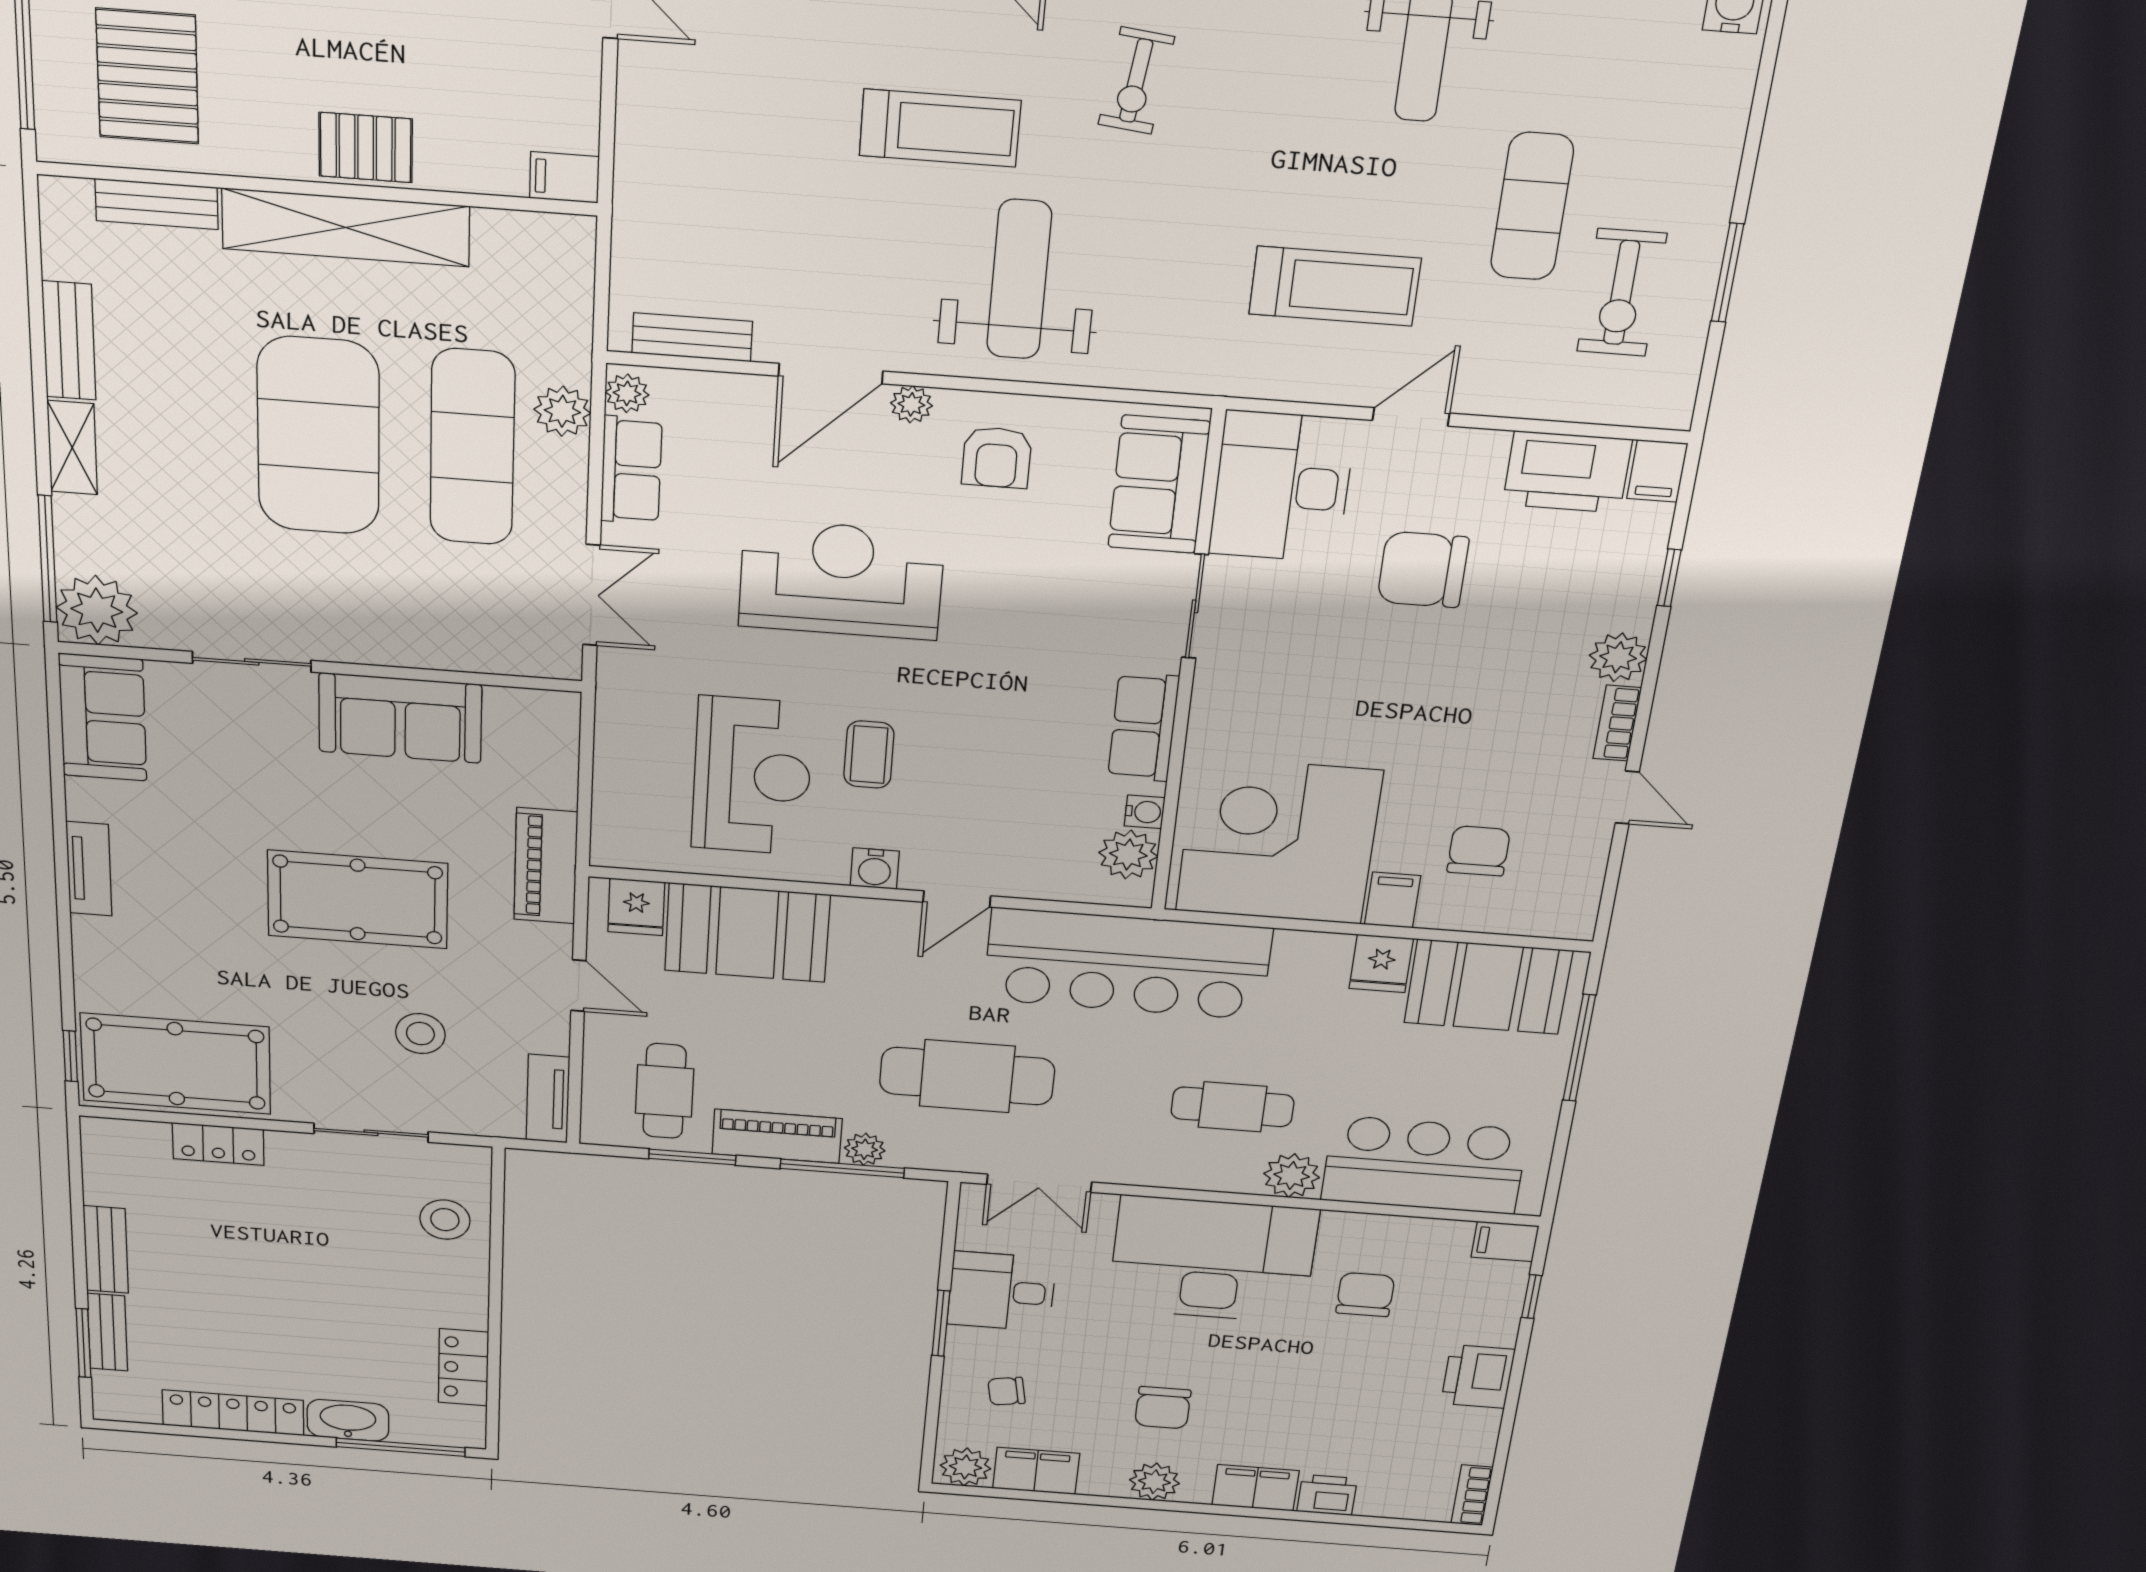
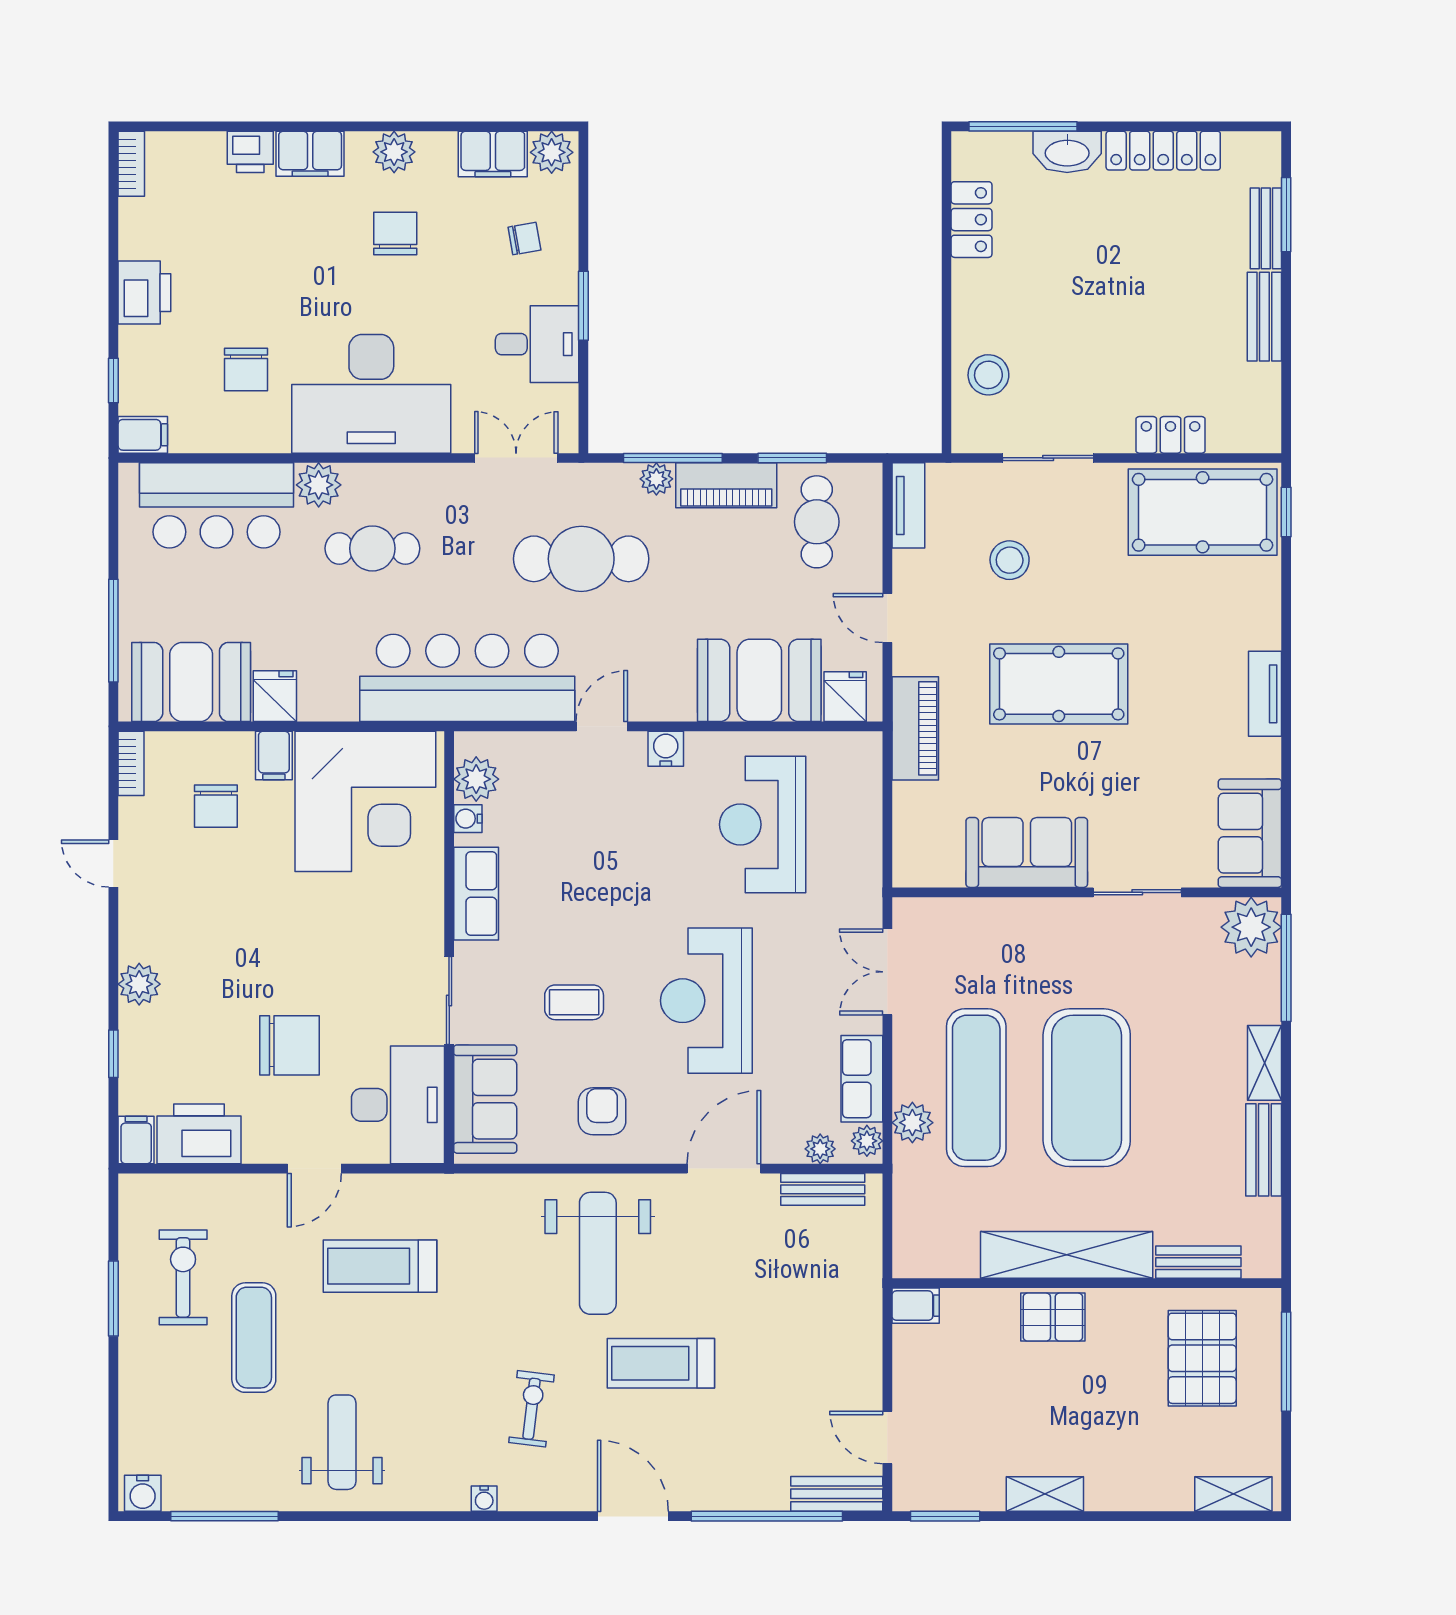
plant: (911, 404) -> (820, 1149), moved
reception desk: (841, 580) -> (706, 1001), turned 90
bookcase: (1617, 723) -> (131, 763), moved
coffee table: (869, 755) -> (574, 1002), moved, turned 90

